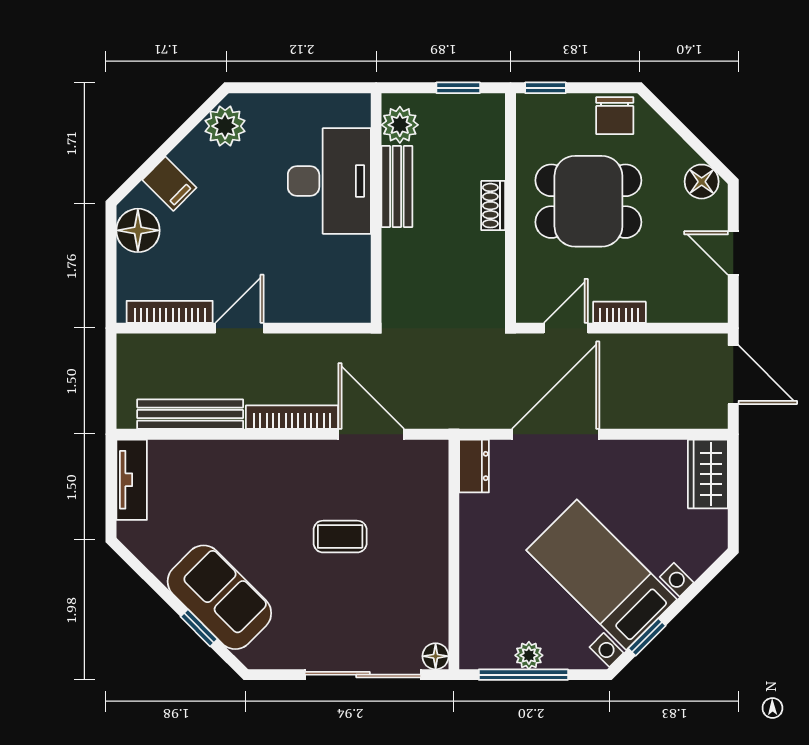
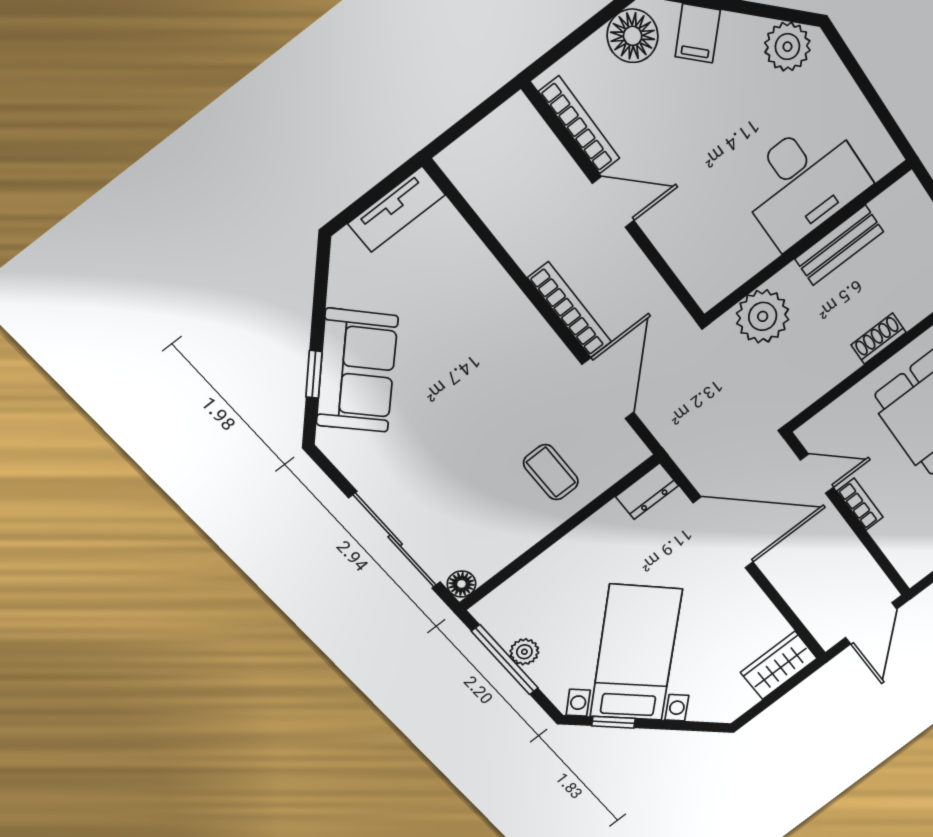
plant: (400, 125) -> (763, 316), moved, width x1.36, depth x1.36
bench: (190, 414) -> (501, 217), removed
coffee table: (340, 537) -> (551, 472), moved

